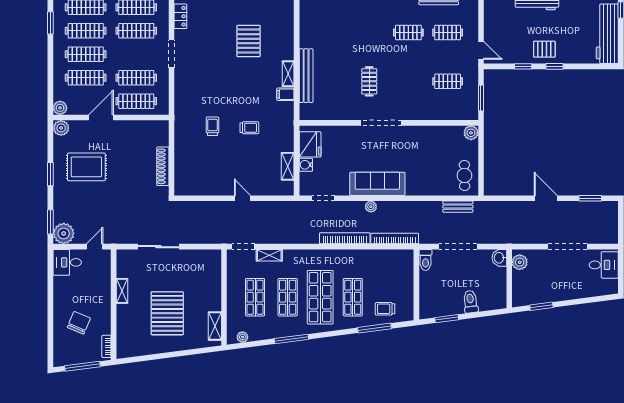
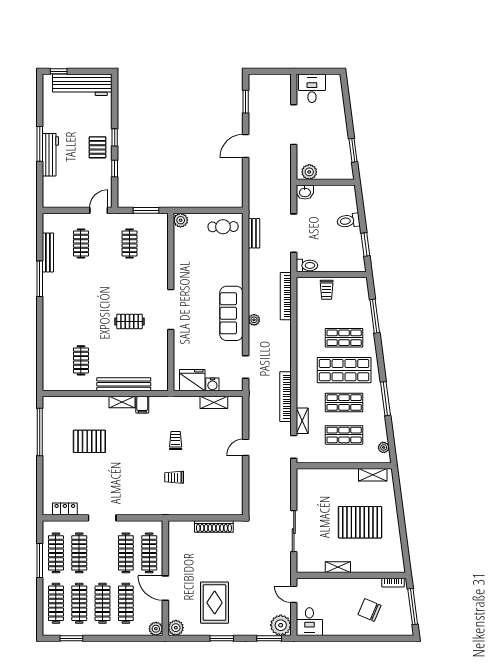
clothes rail: (408, 33) -> (81, 360), moved
bookcase: (345, 238) -> (285, 397), moved
trolley: (385, 309) -> (327, 290), moved

